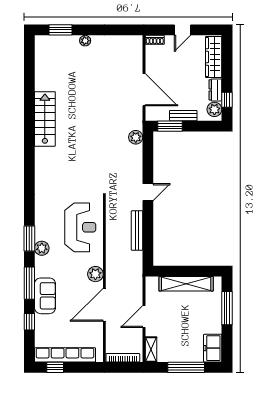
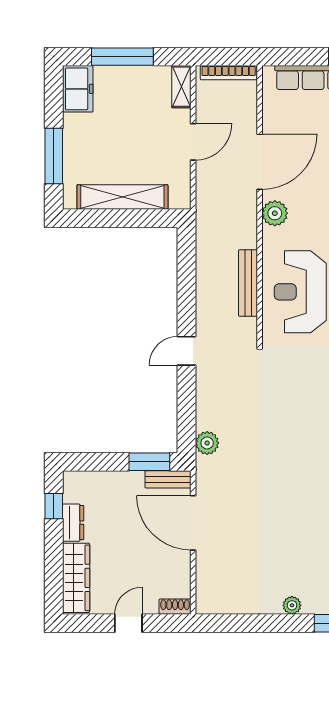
plant: (214, 109) -> (75, 490), removed
bench: (183, 116) -> (168, 479), moved
bench: (137, 231) -> (248, 283), moved

